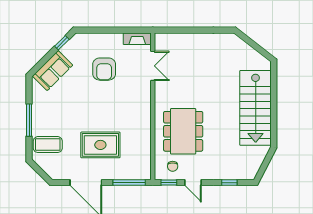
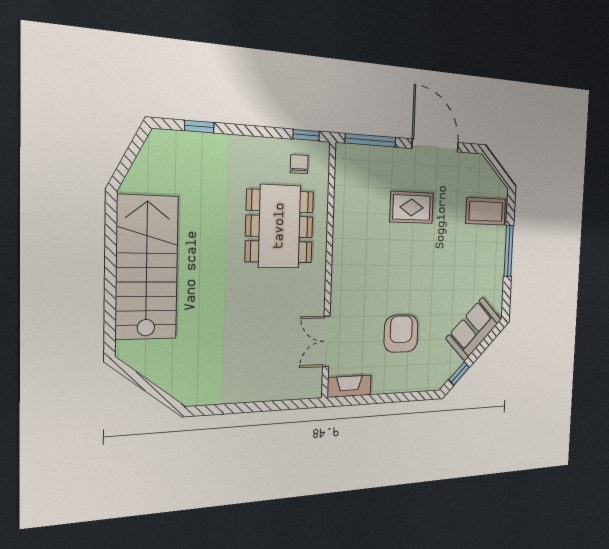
rug: (100, 145) -> (412, 207), width x0.73, depth x0.70
door: (193, 183) -> (265, 132), removed

